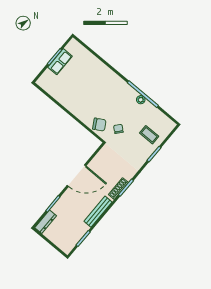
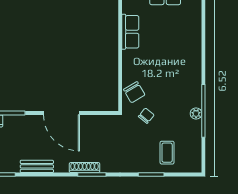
row of seats: (63, 98) -> (130, 32), added
bench: (98, 212) -> (37, 166), width x0.73

